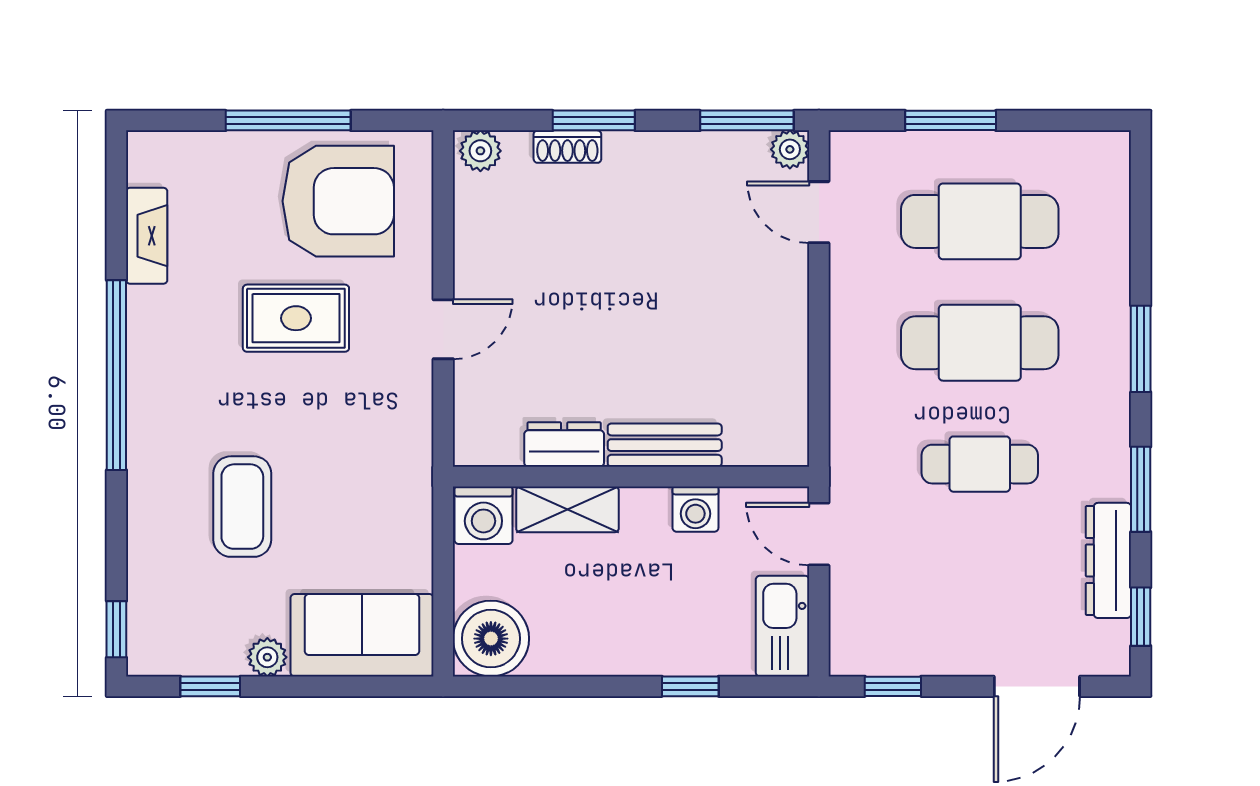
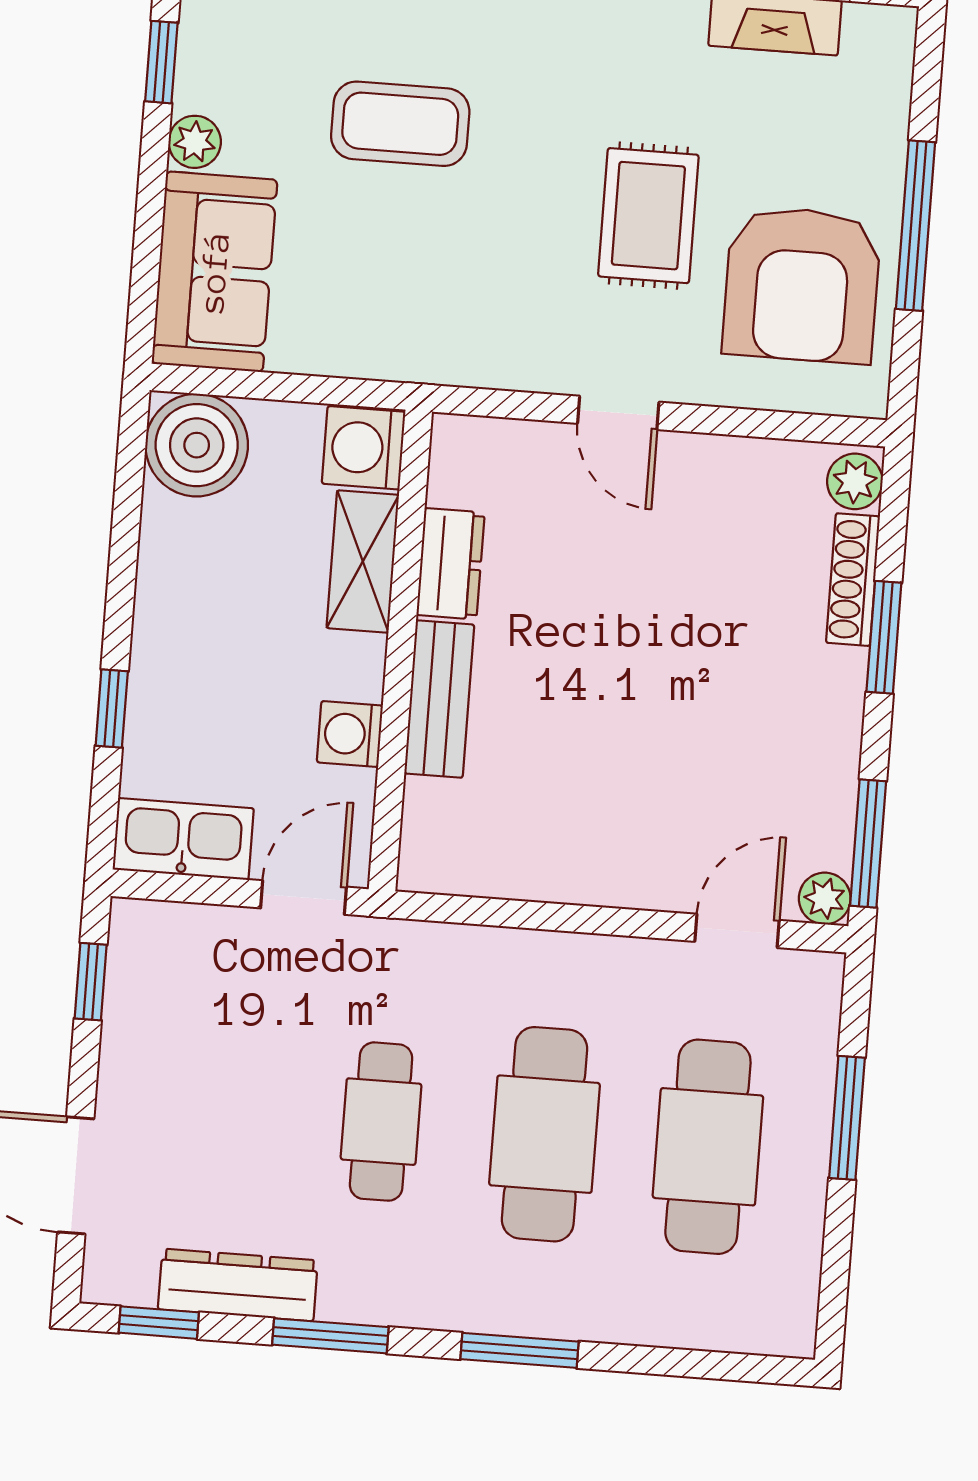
shoe rack: (567, 147) -> (853, 580), width x1.43

